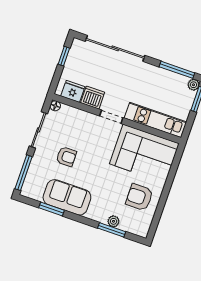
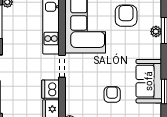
armchair: (139, 197) -> (126, 16), turned 180

